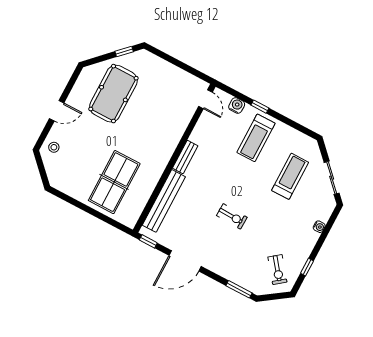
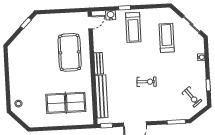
pool table: (113, 94) -> (70, 52), moved
door: (205, 99) -> (90, 22), hinge flipped
door: (57, 111) -> (7, 81), removed
table tennis table: (114, 182) -> (66, 103), turned 90

